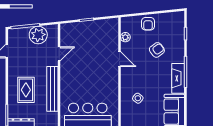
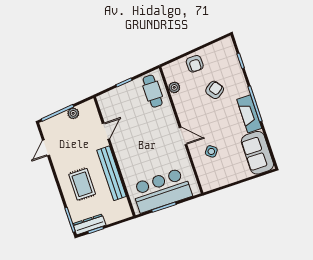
cafe table: (107, 34) -> (153, 91), added
plant: (38, 35) -> (73, 113), width x0.53, depth x0.53
door: (119, 59) -> (183, 136), moved

